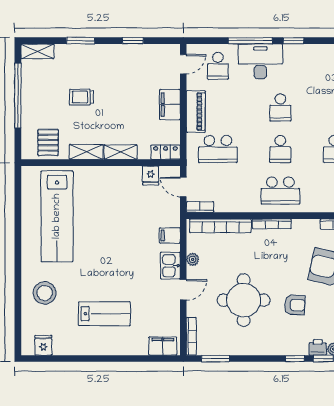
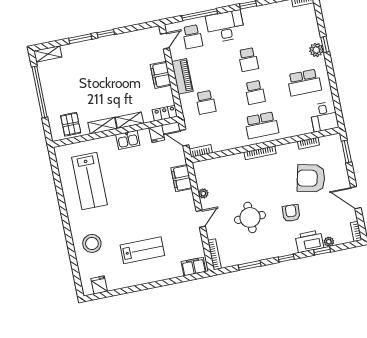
window: (133, 41) -> (106, 34), moved
window: (250, 41) -> (200, 15), moved
trolley: (82, 97) -> (90, 83), removed
school desk: (218, 149) -> (206, 102), width x0.54
lab bench: (57, 216) -> (89, 181), width x0.73
bookcase: (220, 226) -> (220, 163), removed
filing cabinet: (170, 236) -> (181, 178), width x2.00
kitchen sink: (170, 266) -> (128, 140), moved, turned -90
round table: (244, 300) -> (250, 217), width x0.73, depth x0.73
armchair: (295, 305) -> (291, 213), turned -90
printer: (318, 348) -> (309, 241), width x1.87, depth x1.48
window: (215, 359) -> (250, 265), moved
window: (295, 359) -> (286, 258), moved

